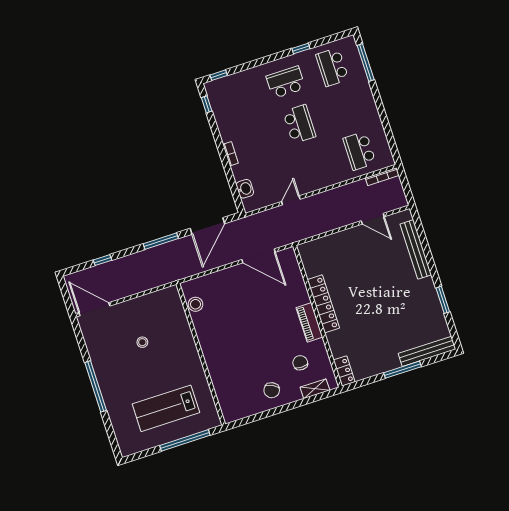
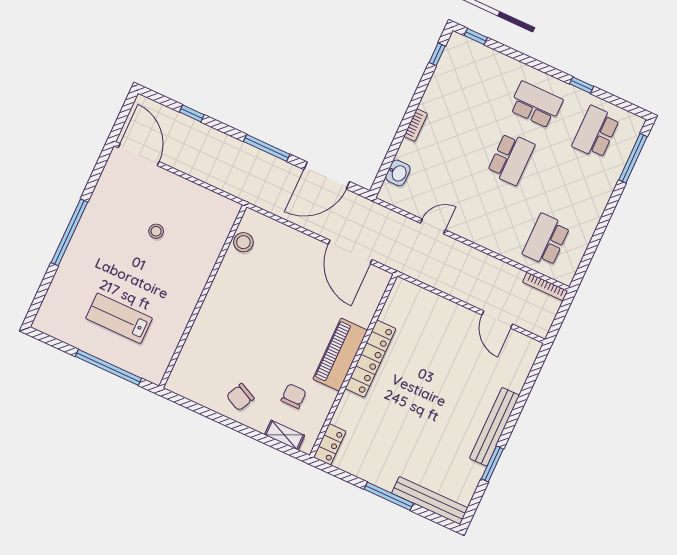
bench: (416, 249) -> (495, 427), moved
piano: (309, 322) -> (340, 355), width x1.37, depth x1.33
lab bench: (166, 408) -> (119, 318), width x0.73, depth x0.72

